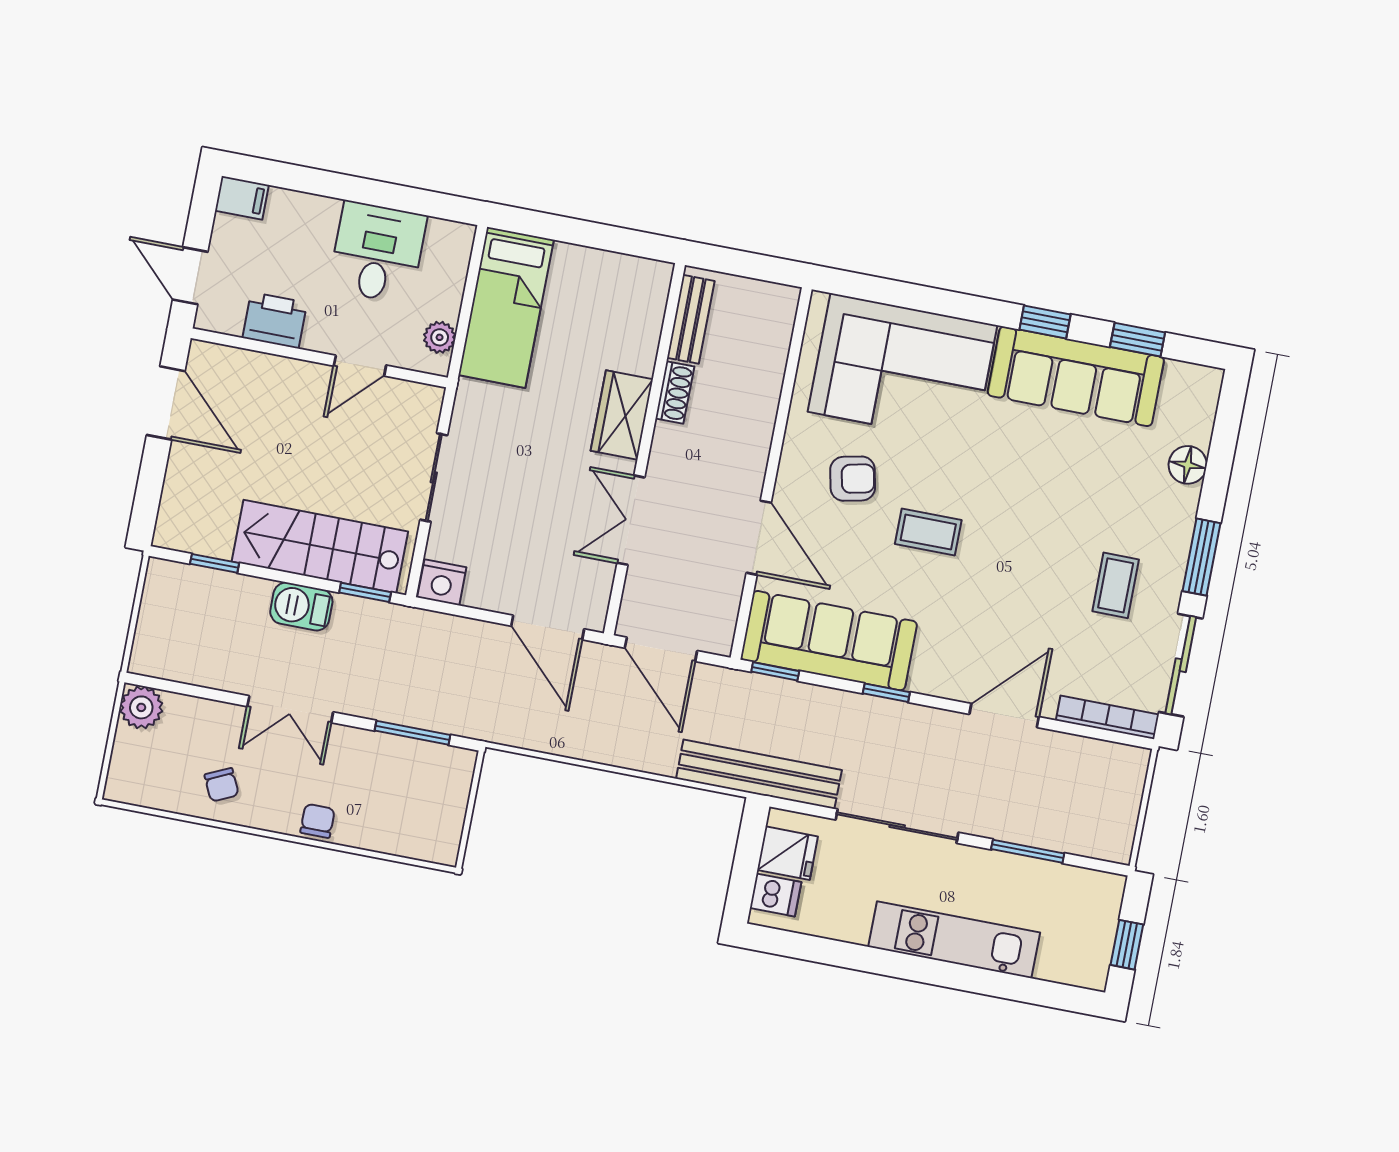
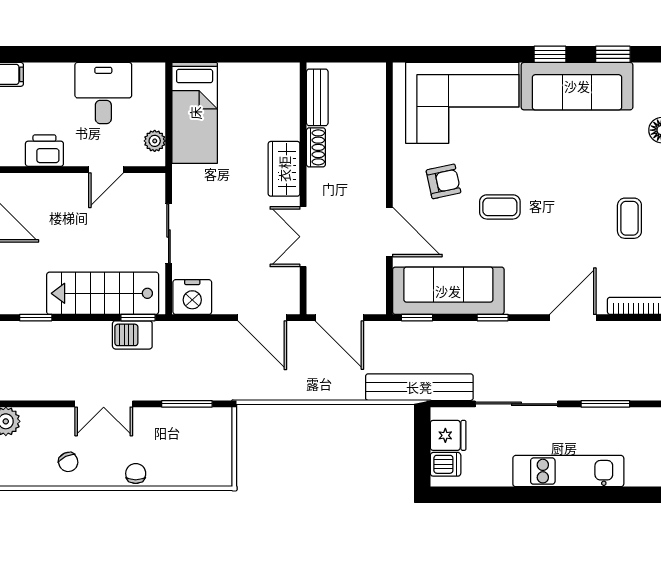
nightstand: (442, 582) -> (192, 297), width x1.36, depth x1.33
barbecue: (301, 607) -> (132, 335), moved

